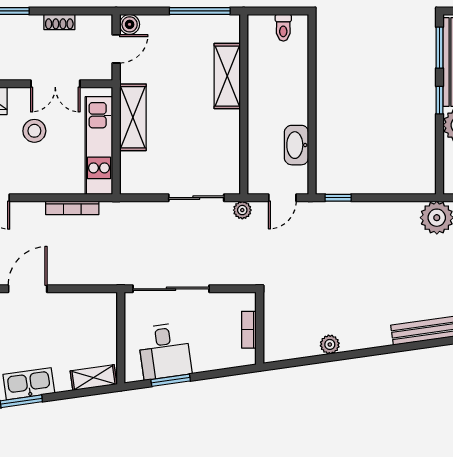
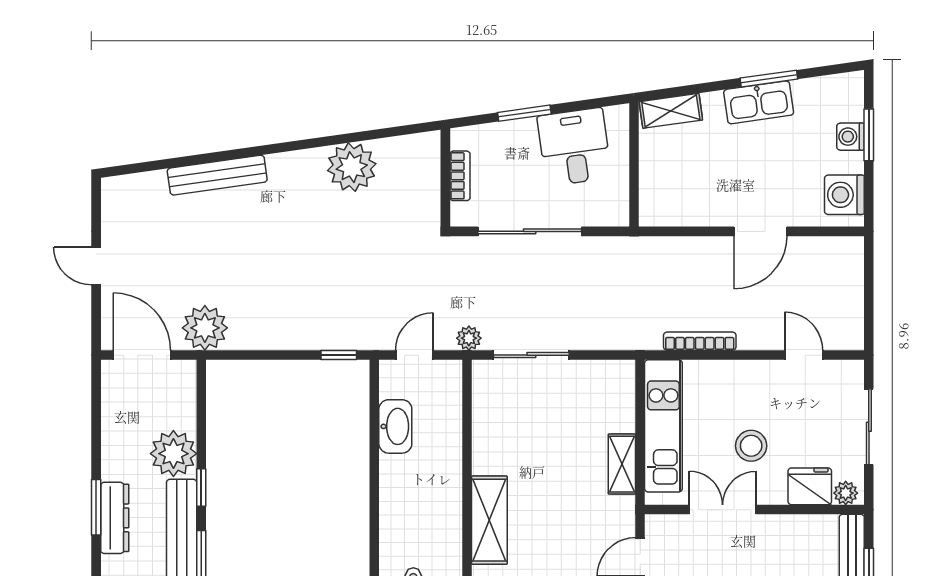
shelving: (133, 117) -> (622, 464), width x0.67, depth x0.75
sliding door: (171, 289) -> (530, 231), moved
plant: (330, 344) -> (352, 167), width x1.88, depth x1.88
window: (171, 380) -> (524, 113), moved

